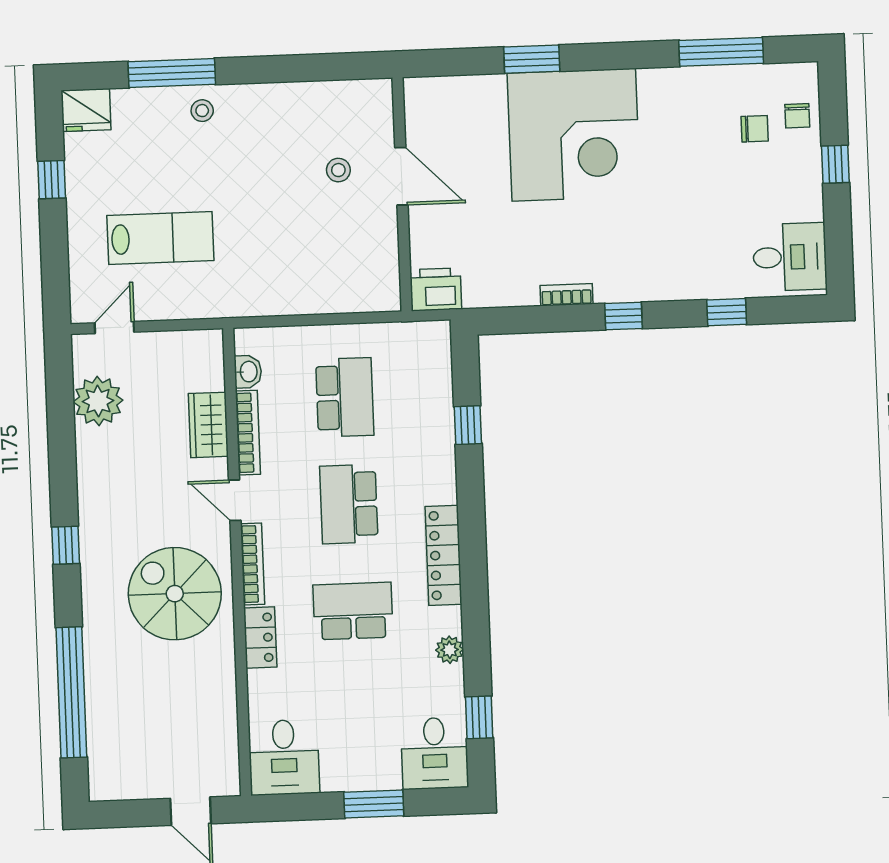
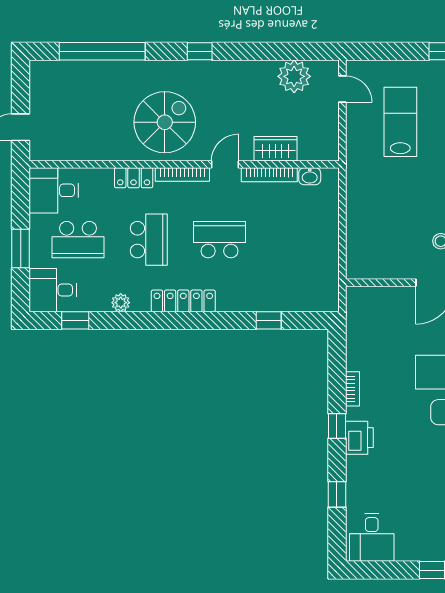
lab bench: (160, 238) -> (400, 122), turned 180
printer: (436, 289) -> (359, 438), moved
school desk: (345, 397) -> (78, 240), moved

